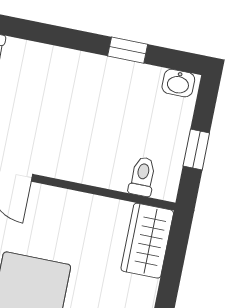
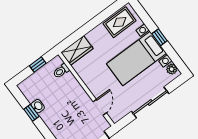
washbasin: (178, 83) -> (38, 106), moved

